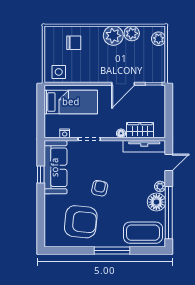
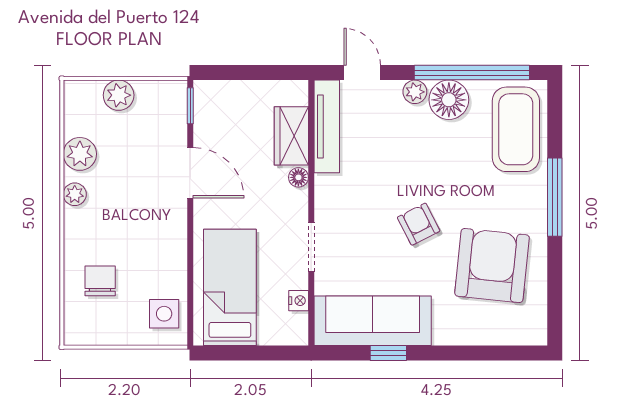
plant: (113, 36) -> (75, 194), width x0.53, depth x0.53
plant: (159, 39) -> (119, 95), moved
armchair: (100, 188) -> (419, 224), turned 51

